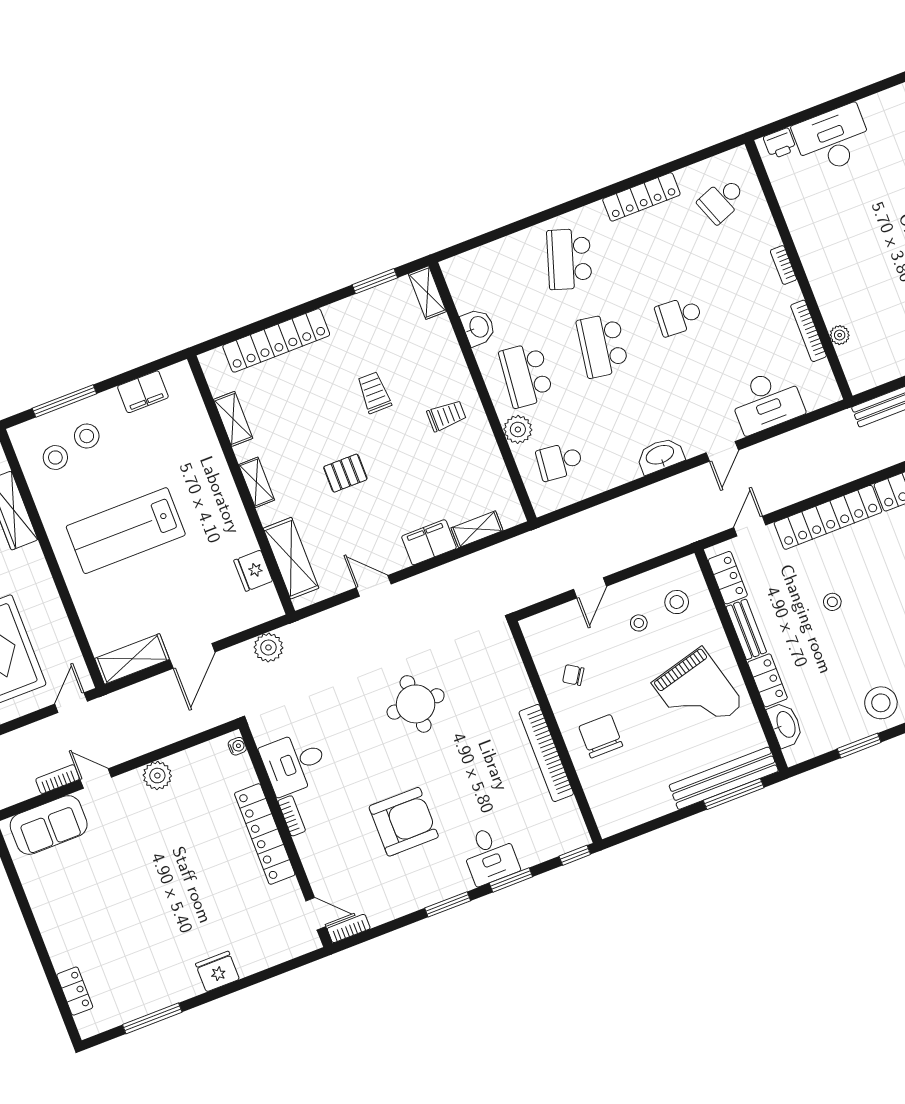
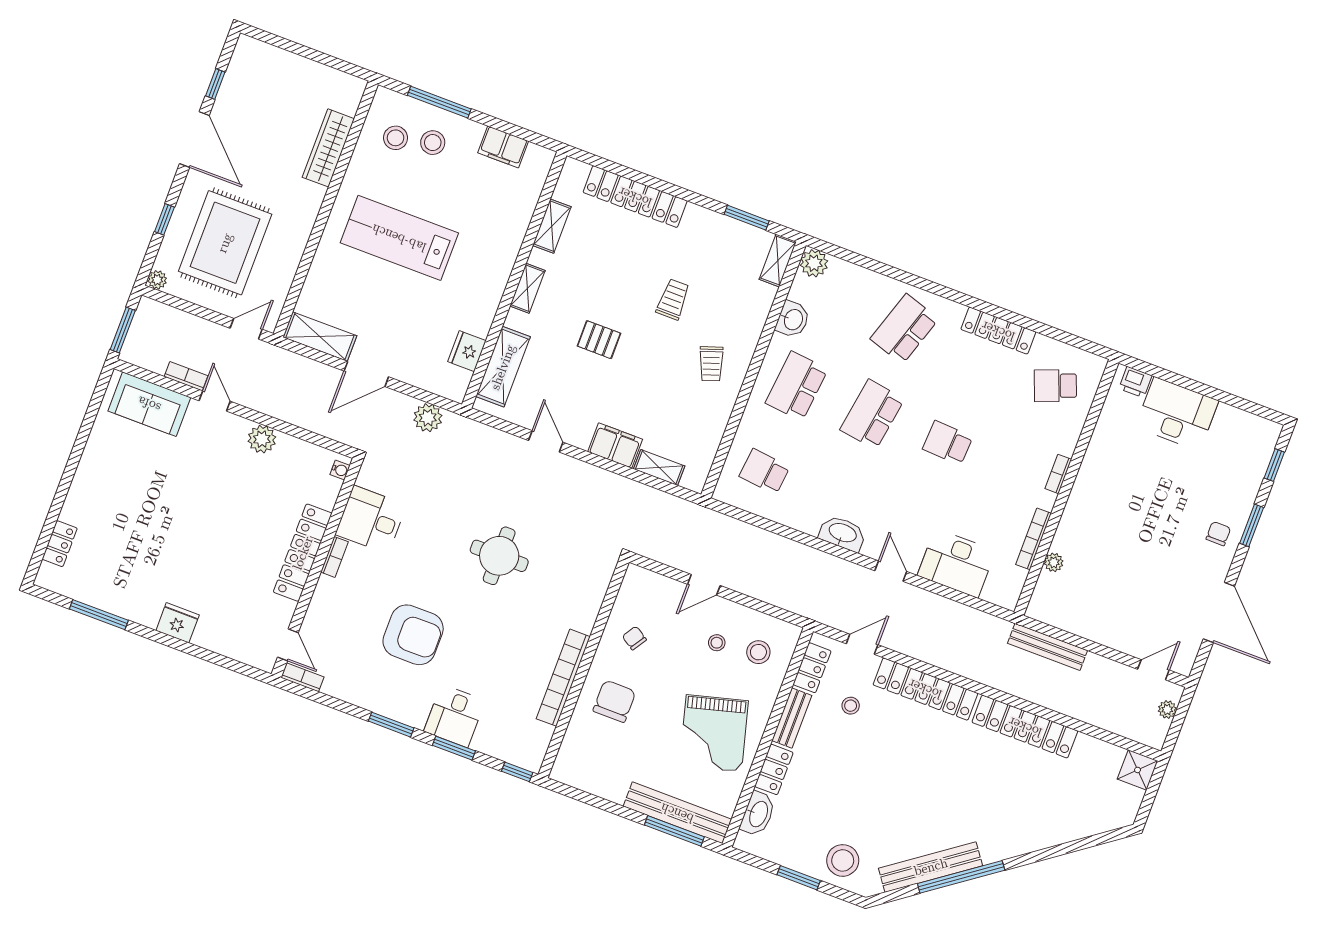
trolley: (447, 416) -> (711, 364), turned 71
plant: (518, 429) -> (814, 263), moved
door: (722, 451) -> (891, 571), swing flipped
stool: (832, 602) -> (851, 706), moved

